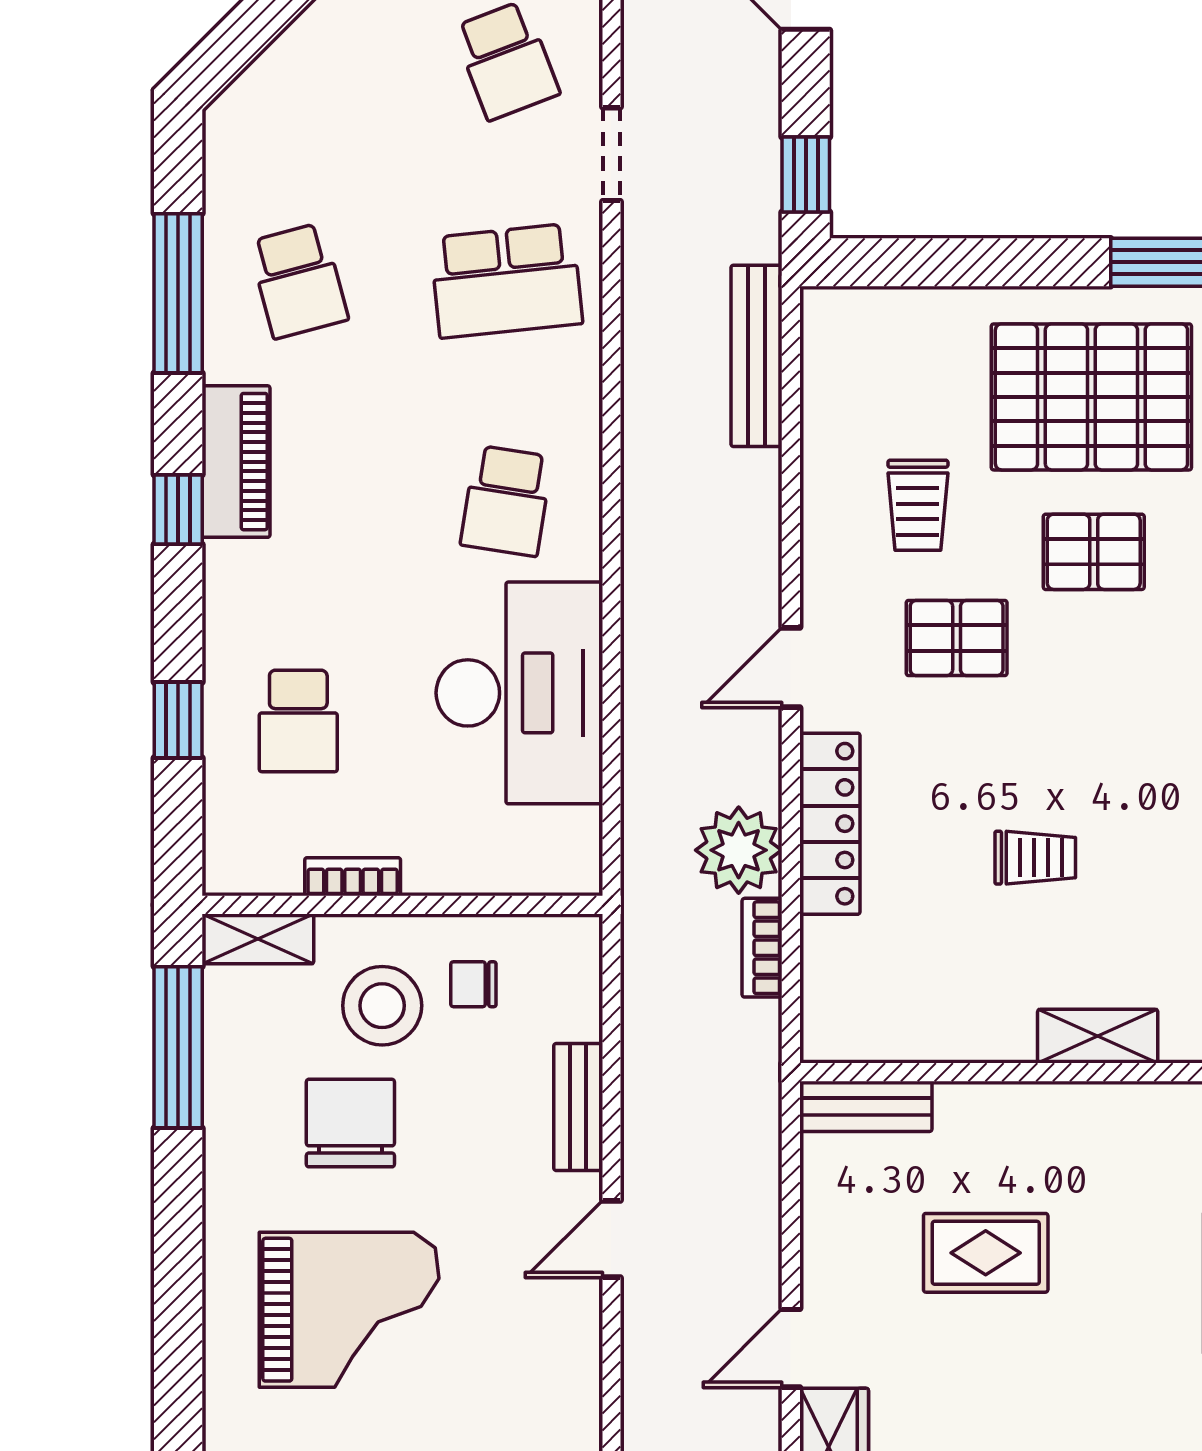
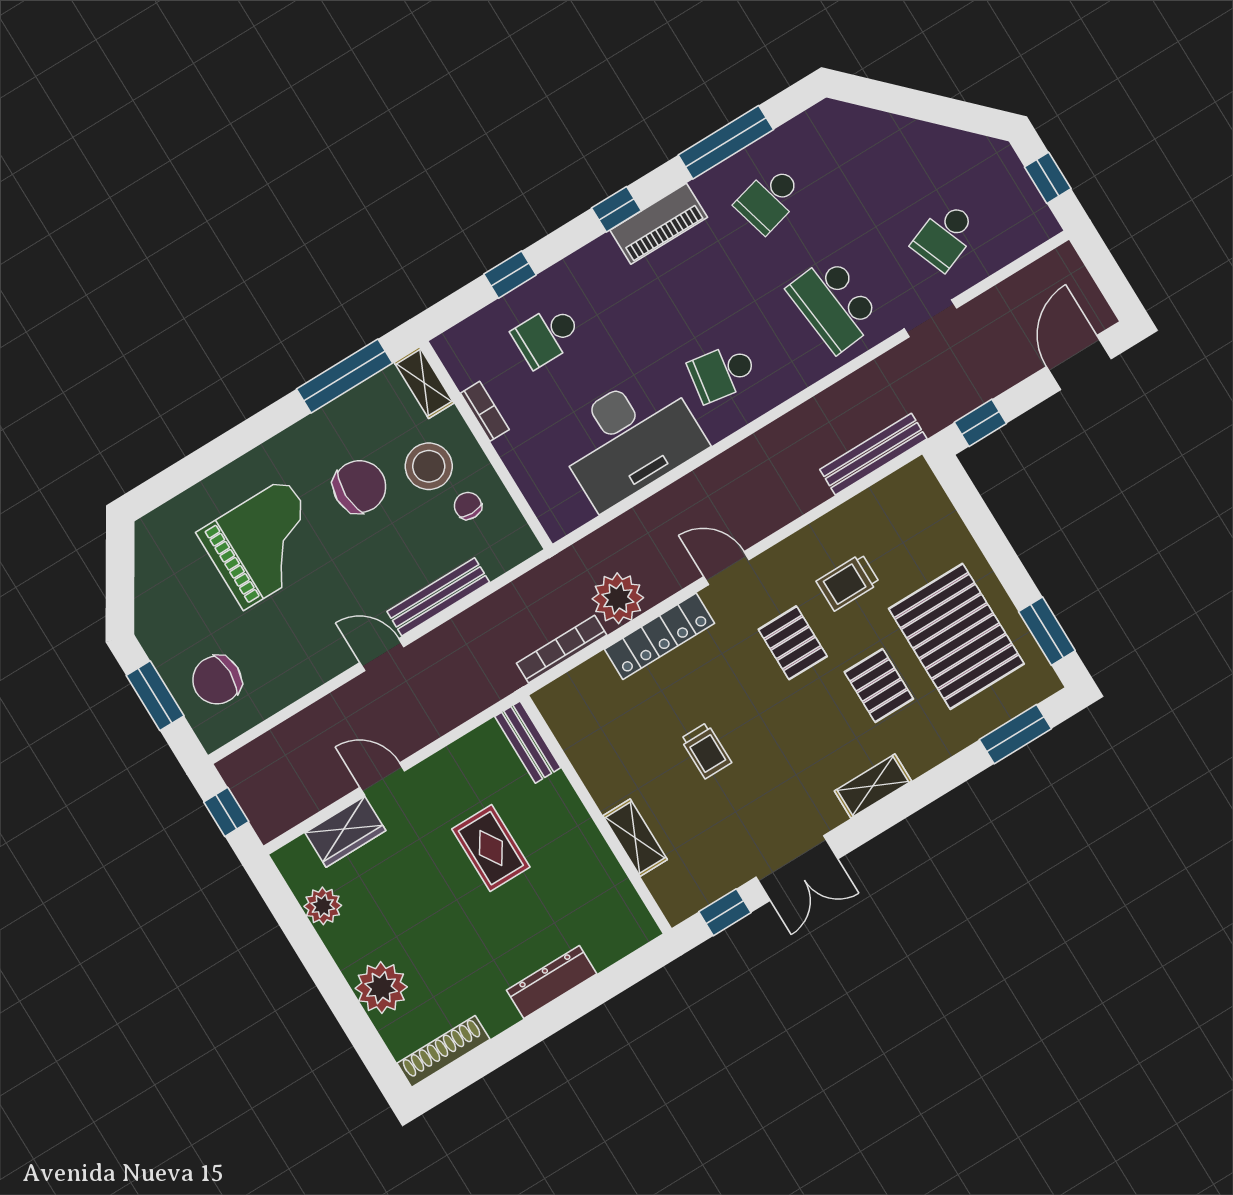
bookcase: (762, 948) -> (562, 649), width x1.56
bench: (578, 1107) -> (438, 597), width x1.36
grand piano: (349, 1310) -> (265, 544), turned -90

